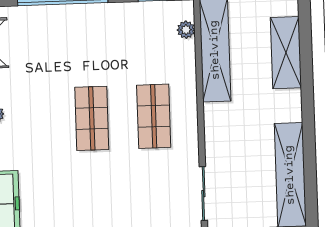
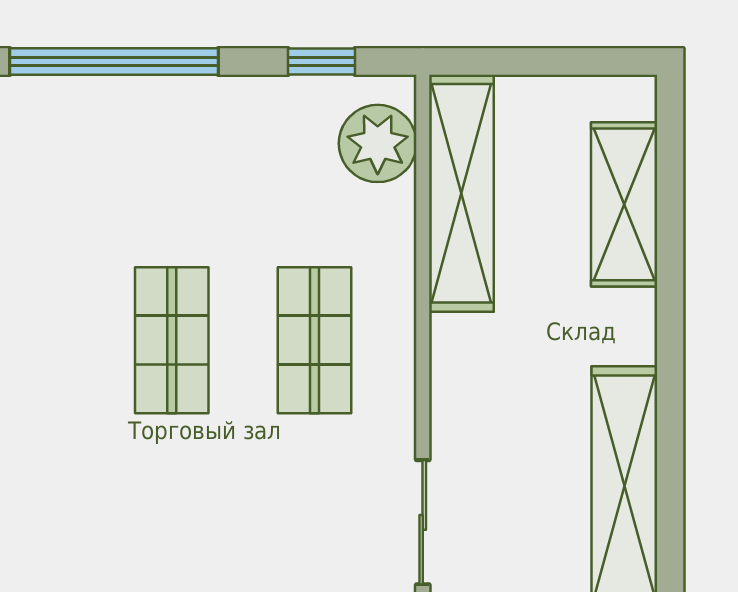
plant: (186, 30) -> (378, 143), width x1.88, depth x1.88

